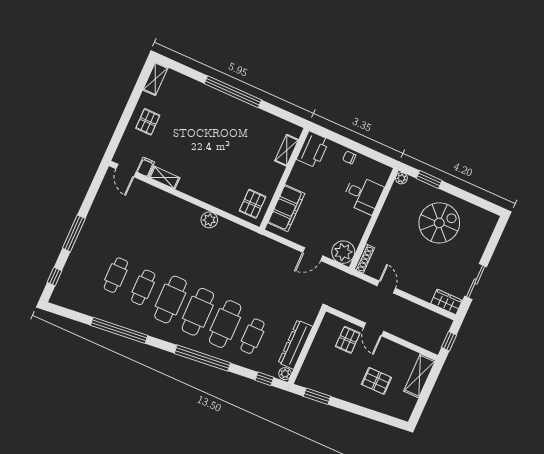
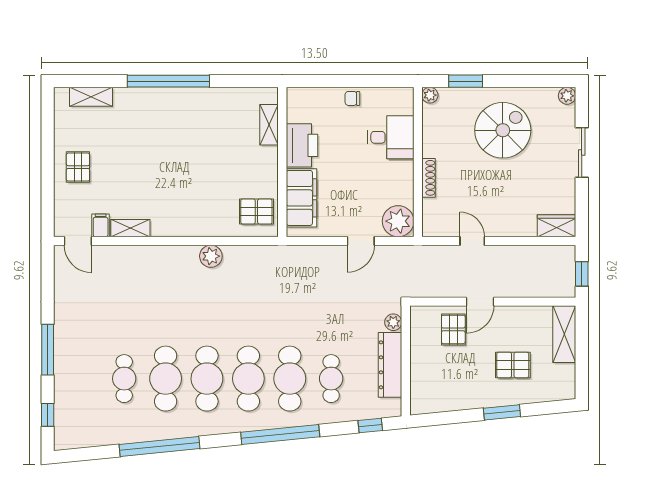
shelving: (155, 79) -> (91, 97), moved, turned 90
printer: (313, 150) -> (302, 145), moved
pallet: (252, 204) -> (256, 212), turned 90
plant: (492, 219) -> (567, 96), added
shoe rack: (364, 259) -> (429, 178), moved
sliding door: (476, 281) -> (582, 153), moved
cafe table: (143, 287) -> (166, 379), width x1.37, depth x1.35
door: (374, 329) -> (480, 302), hinge flipped
plant: (285, 374) -> (393, 322), moved
window: (317, 396) -> (502, 412), moved

